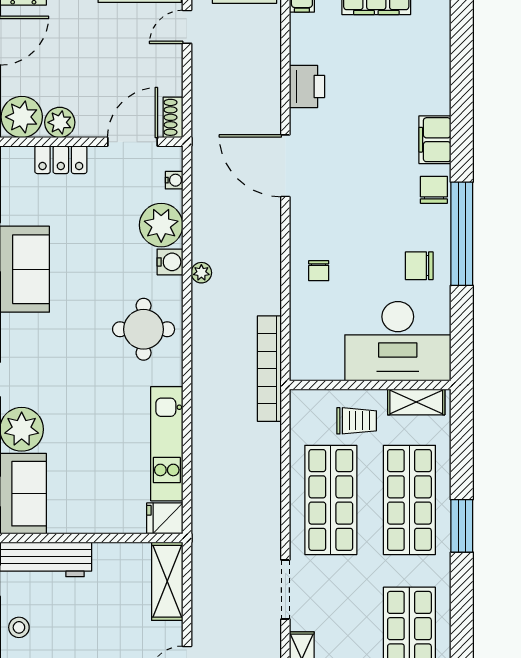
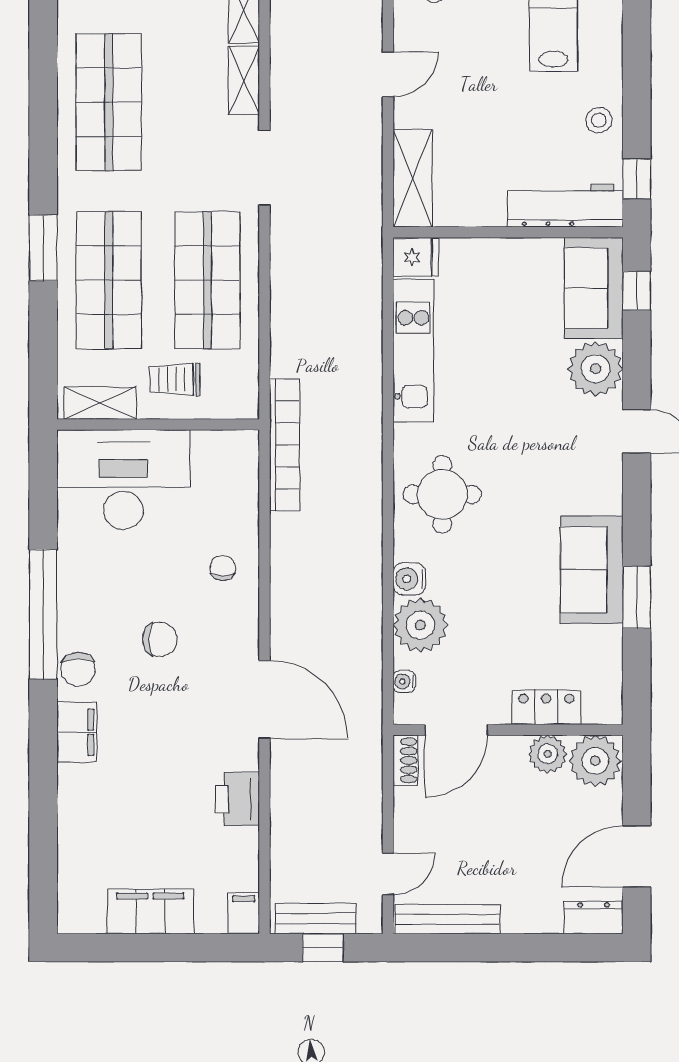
chair: (419, 266) -> (160, 639), moved
plant: (201, 273) -> (370, 565), removed

